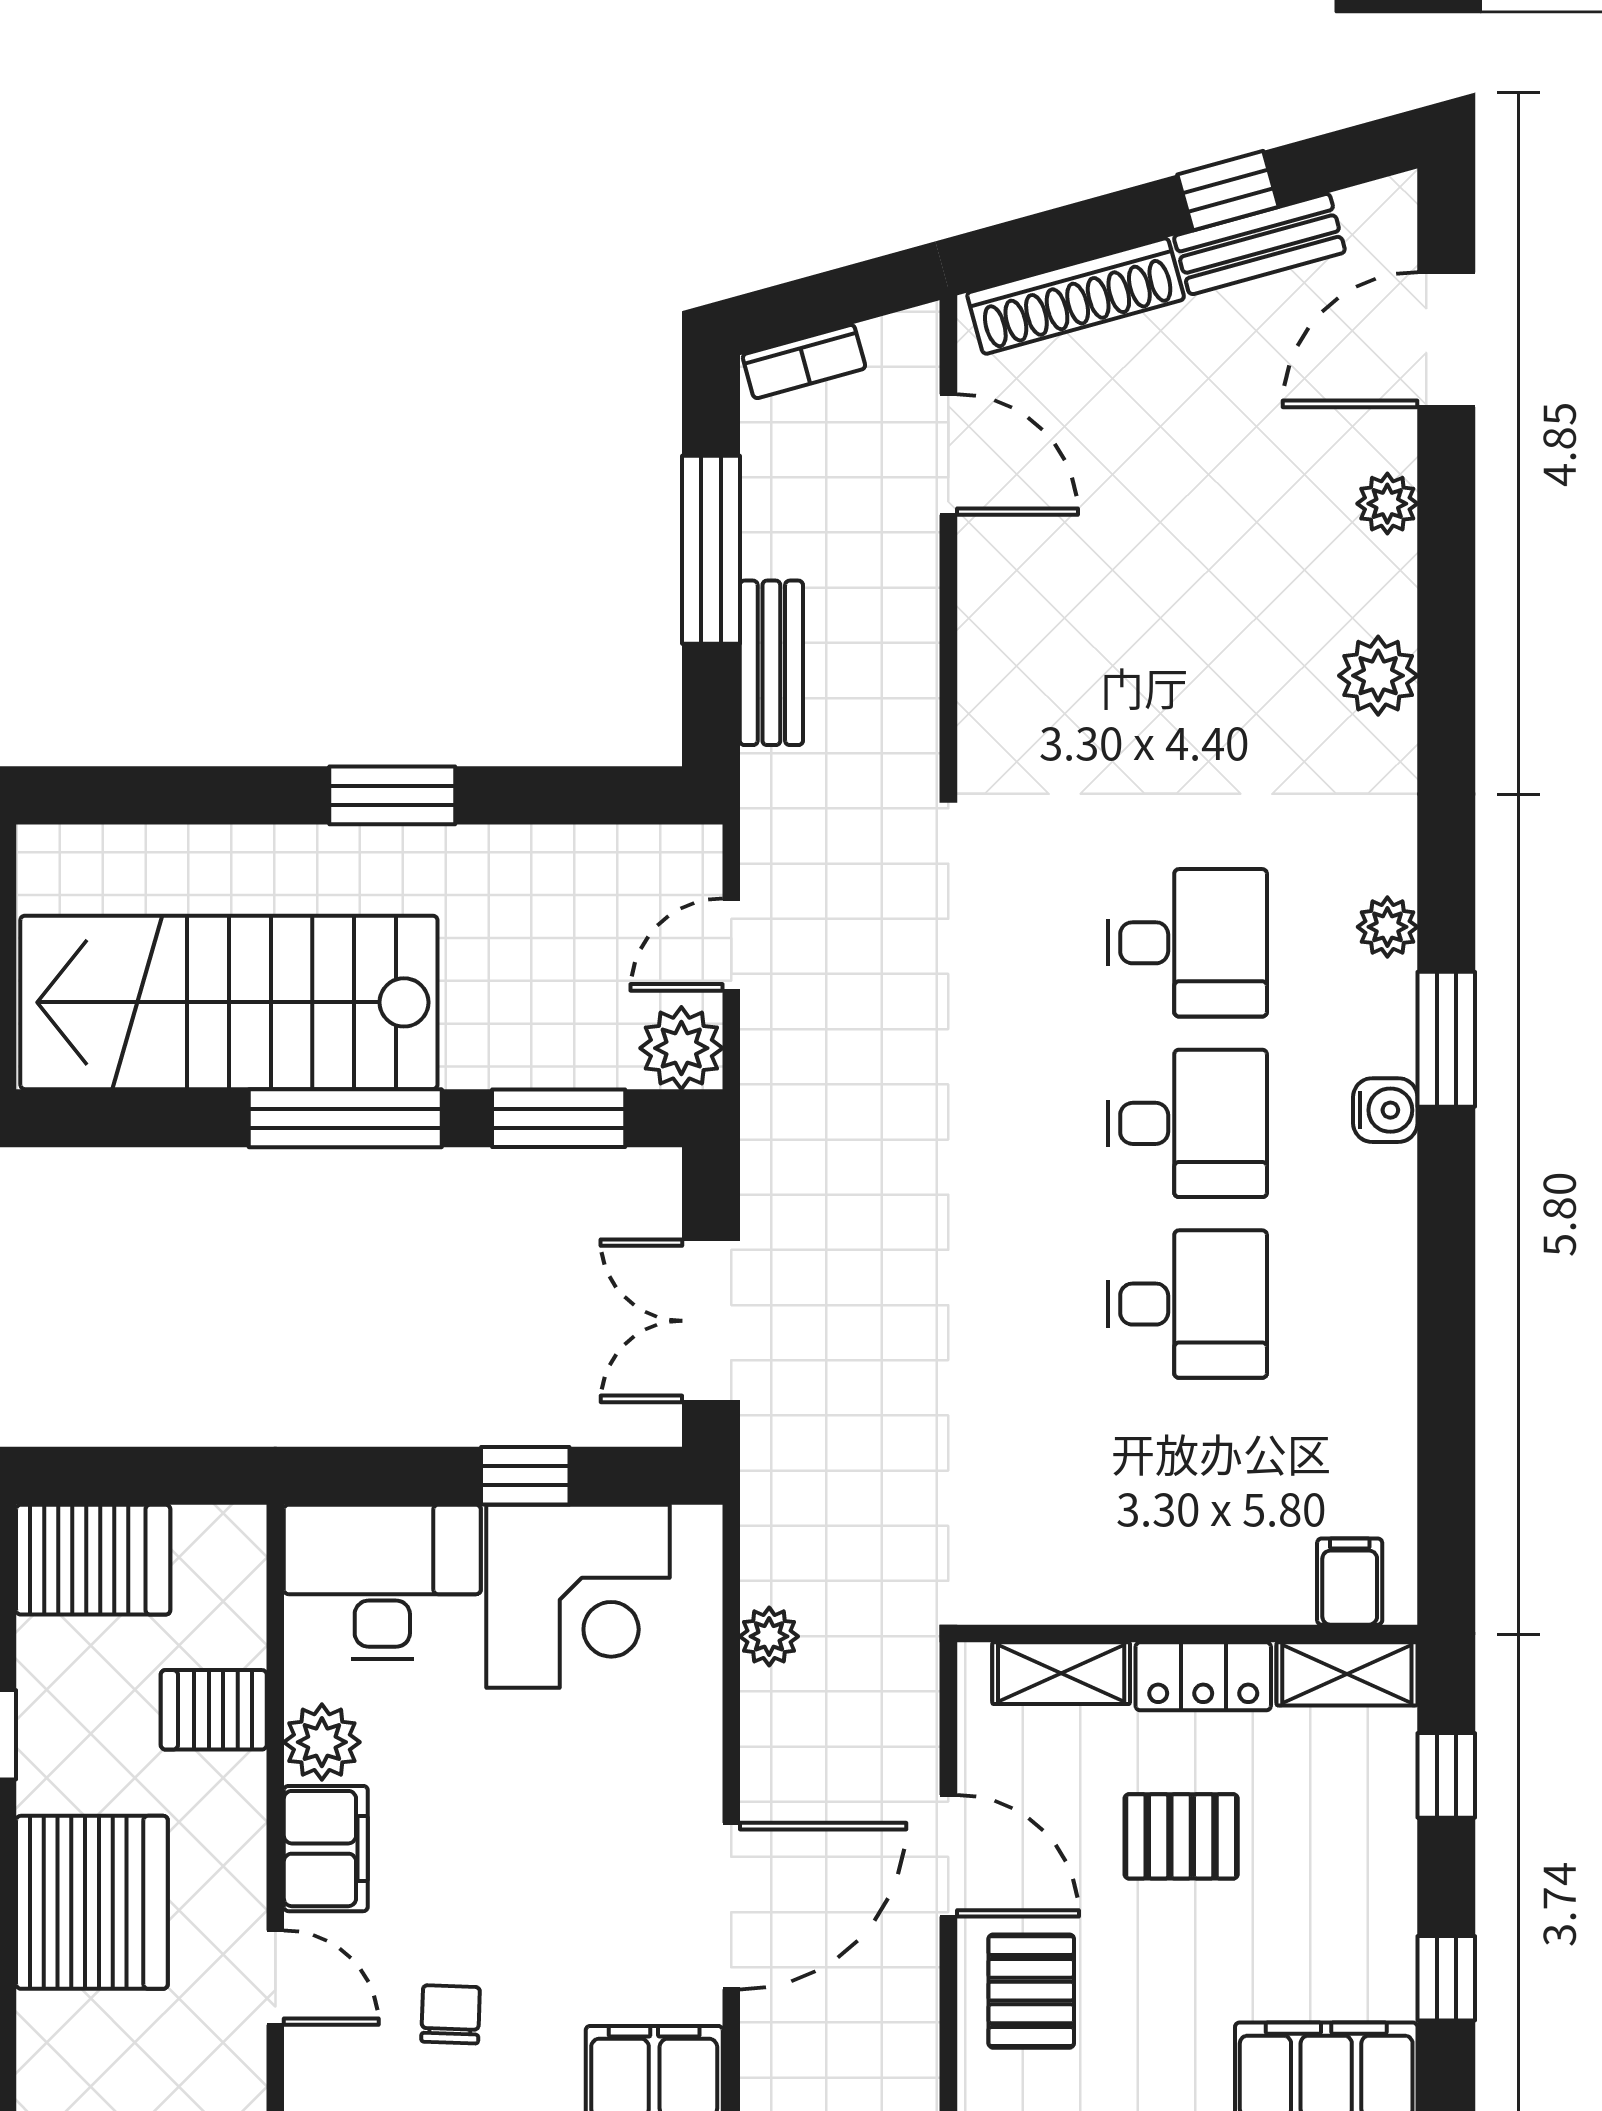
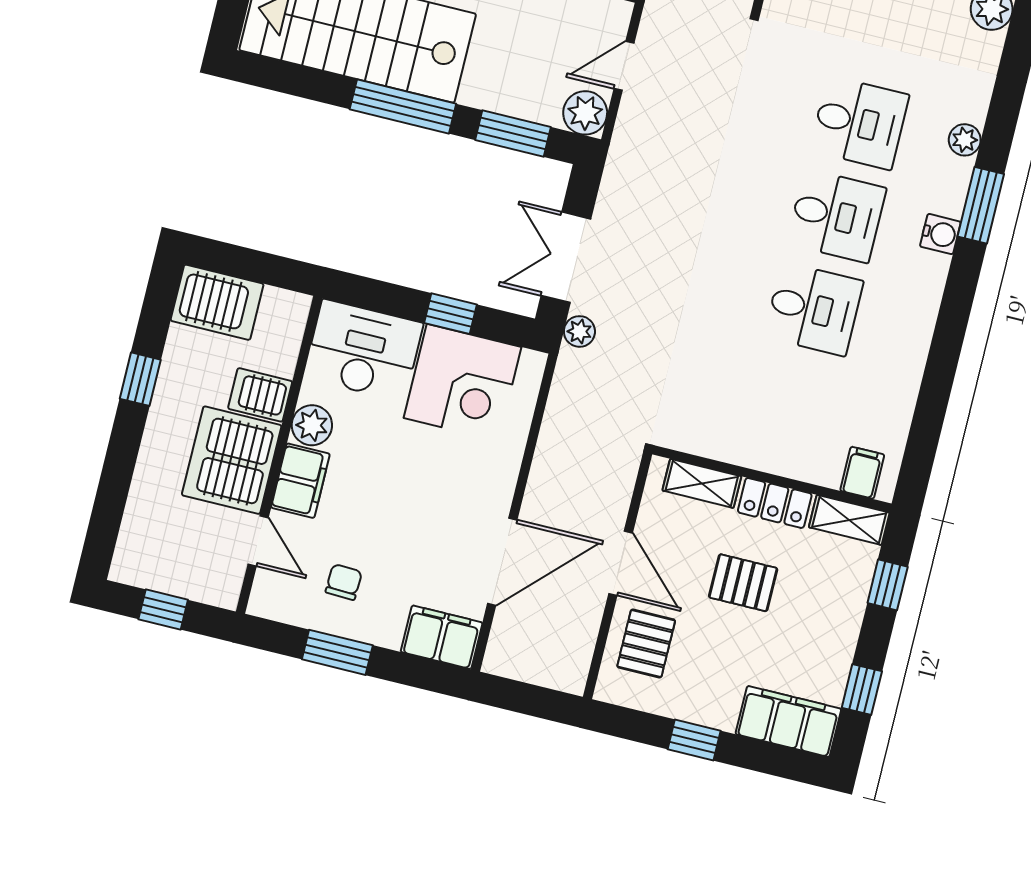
plant: (769, 1636) -> (579, 331), moved
server rack: (92, 1902) -> (232, 460), moved, turned 180

